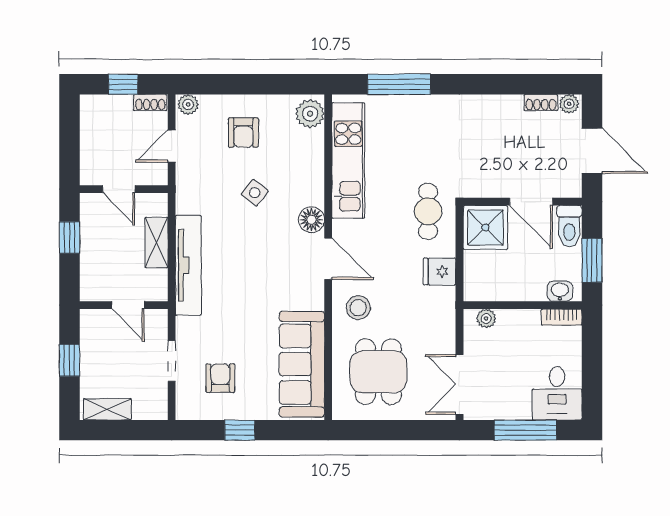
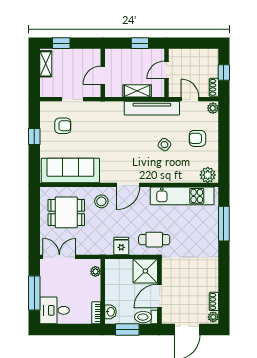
floor lamp: (311, 220) -> (150, 176), removed
tv unit: (188, 265) -> (152, 108), moved
window: (69, 360) -> (61, 43), moved

